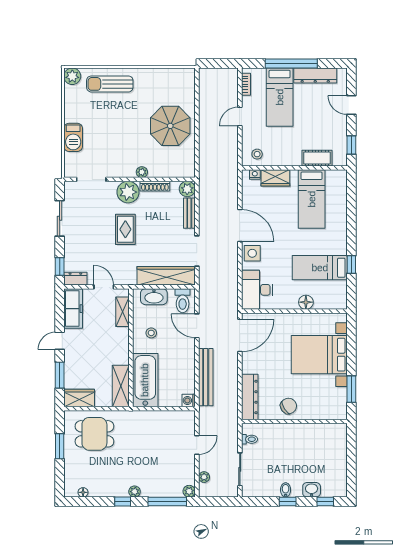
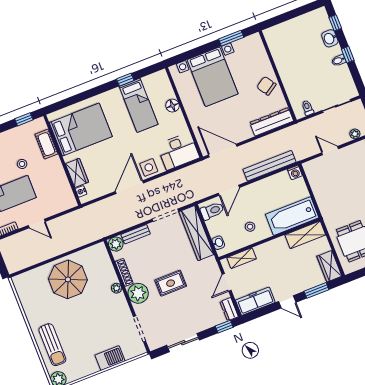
stool: (257, 154) -> (22, 164), moved
bed: (312, 199) -> (81, 130), width x1.50
washbasin: (154, 297) -> (218, 243), width x0.52, depth x0.69

